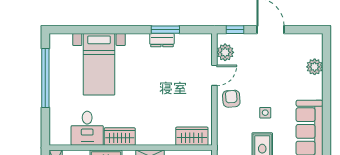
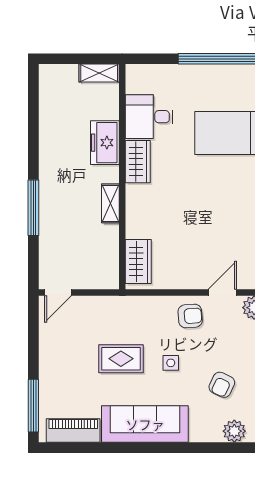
door: (214, 75) -> (222, 293), swing flipped
armchair: (281, 76) -> (222, 385), added

